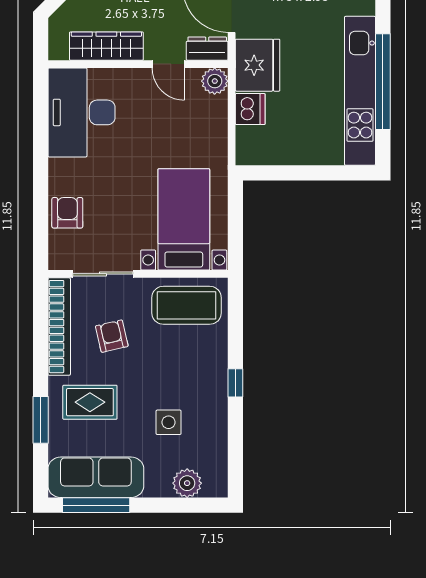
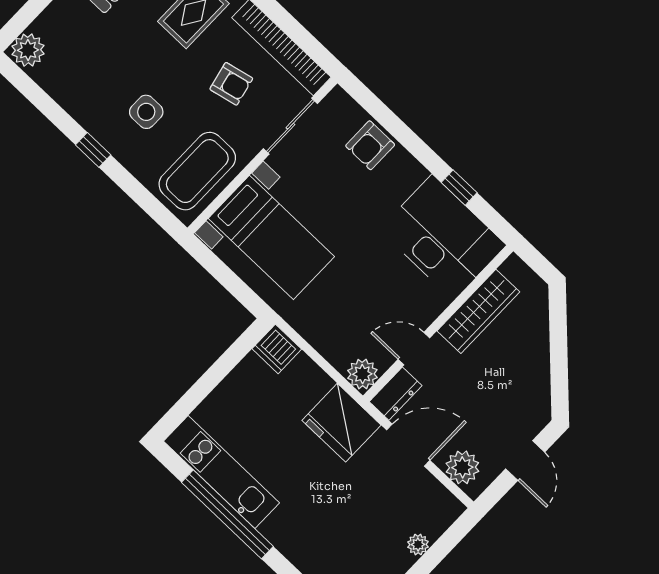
kitchen unit: (360, 91) -> (221, 472), width x0.73
dishwasher: (250, 109) -> (277, 349), moved
window: (41, 132) -> (459, 188), added
armchair: (67, 213) -> (370, 145), turned 90
side table: (169, 422) -> (146, 112), moved
plant: (187, 483) -> (28, 50), moved

